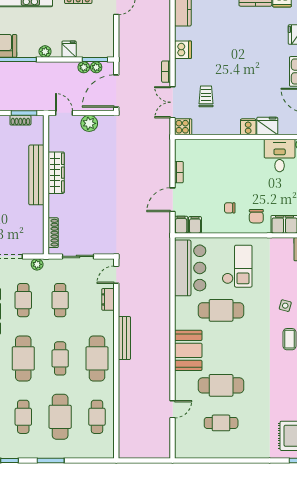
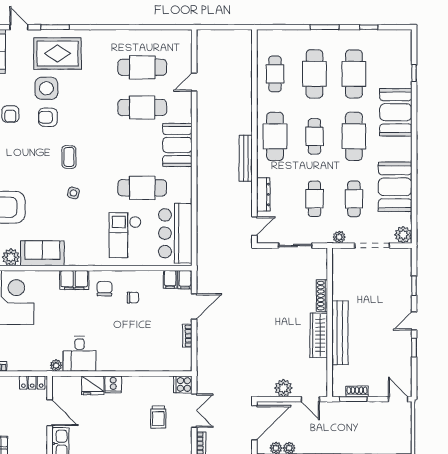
shoe rack: (53, 233) -> (322, 296), moved
dresser: (108, 299) -> (263, 194), width x1.44
cafe table: (23, 417) -> (354, 74), width x1.37, depth x1.35
cafe table: (221, 423) -> (142, 67), width x1.37, depth x1.35

